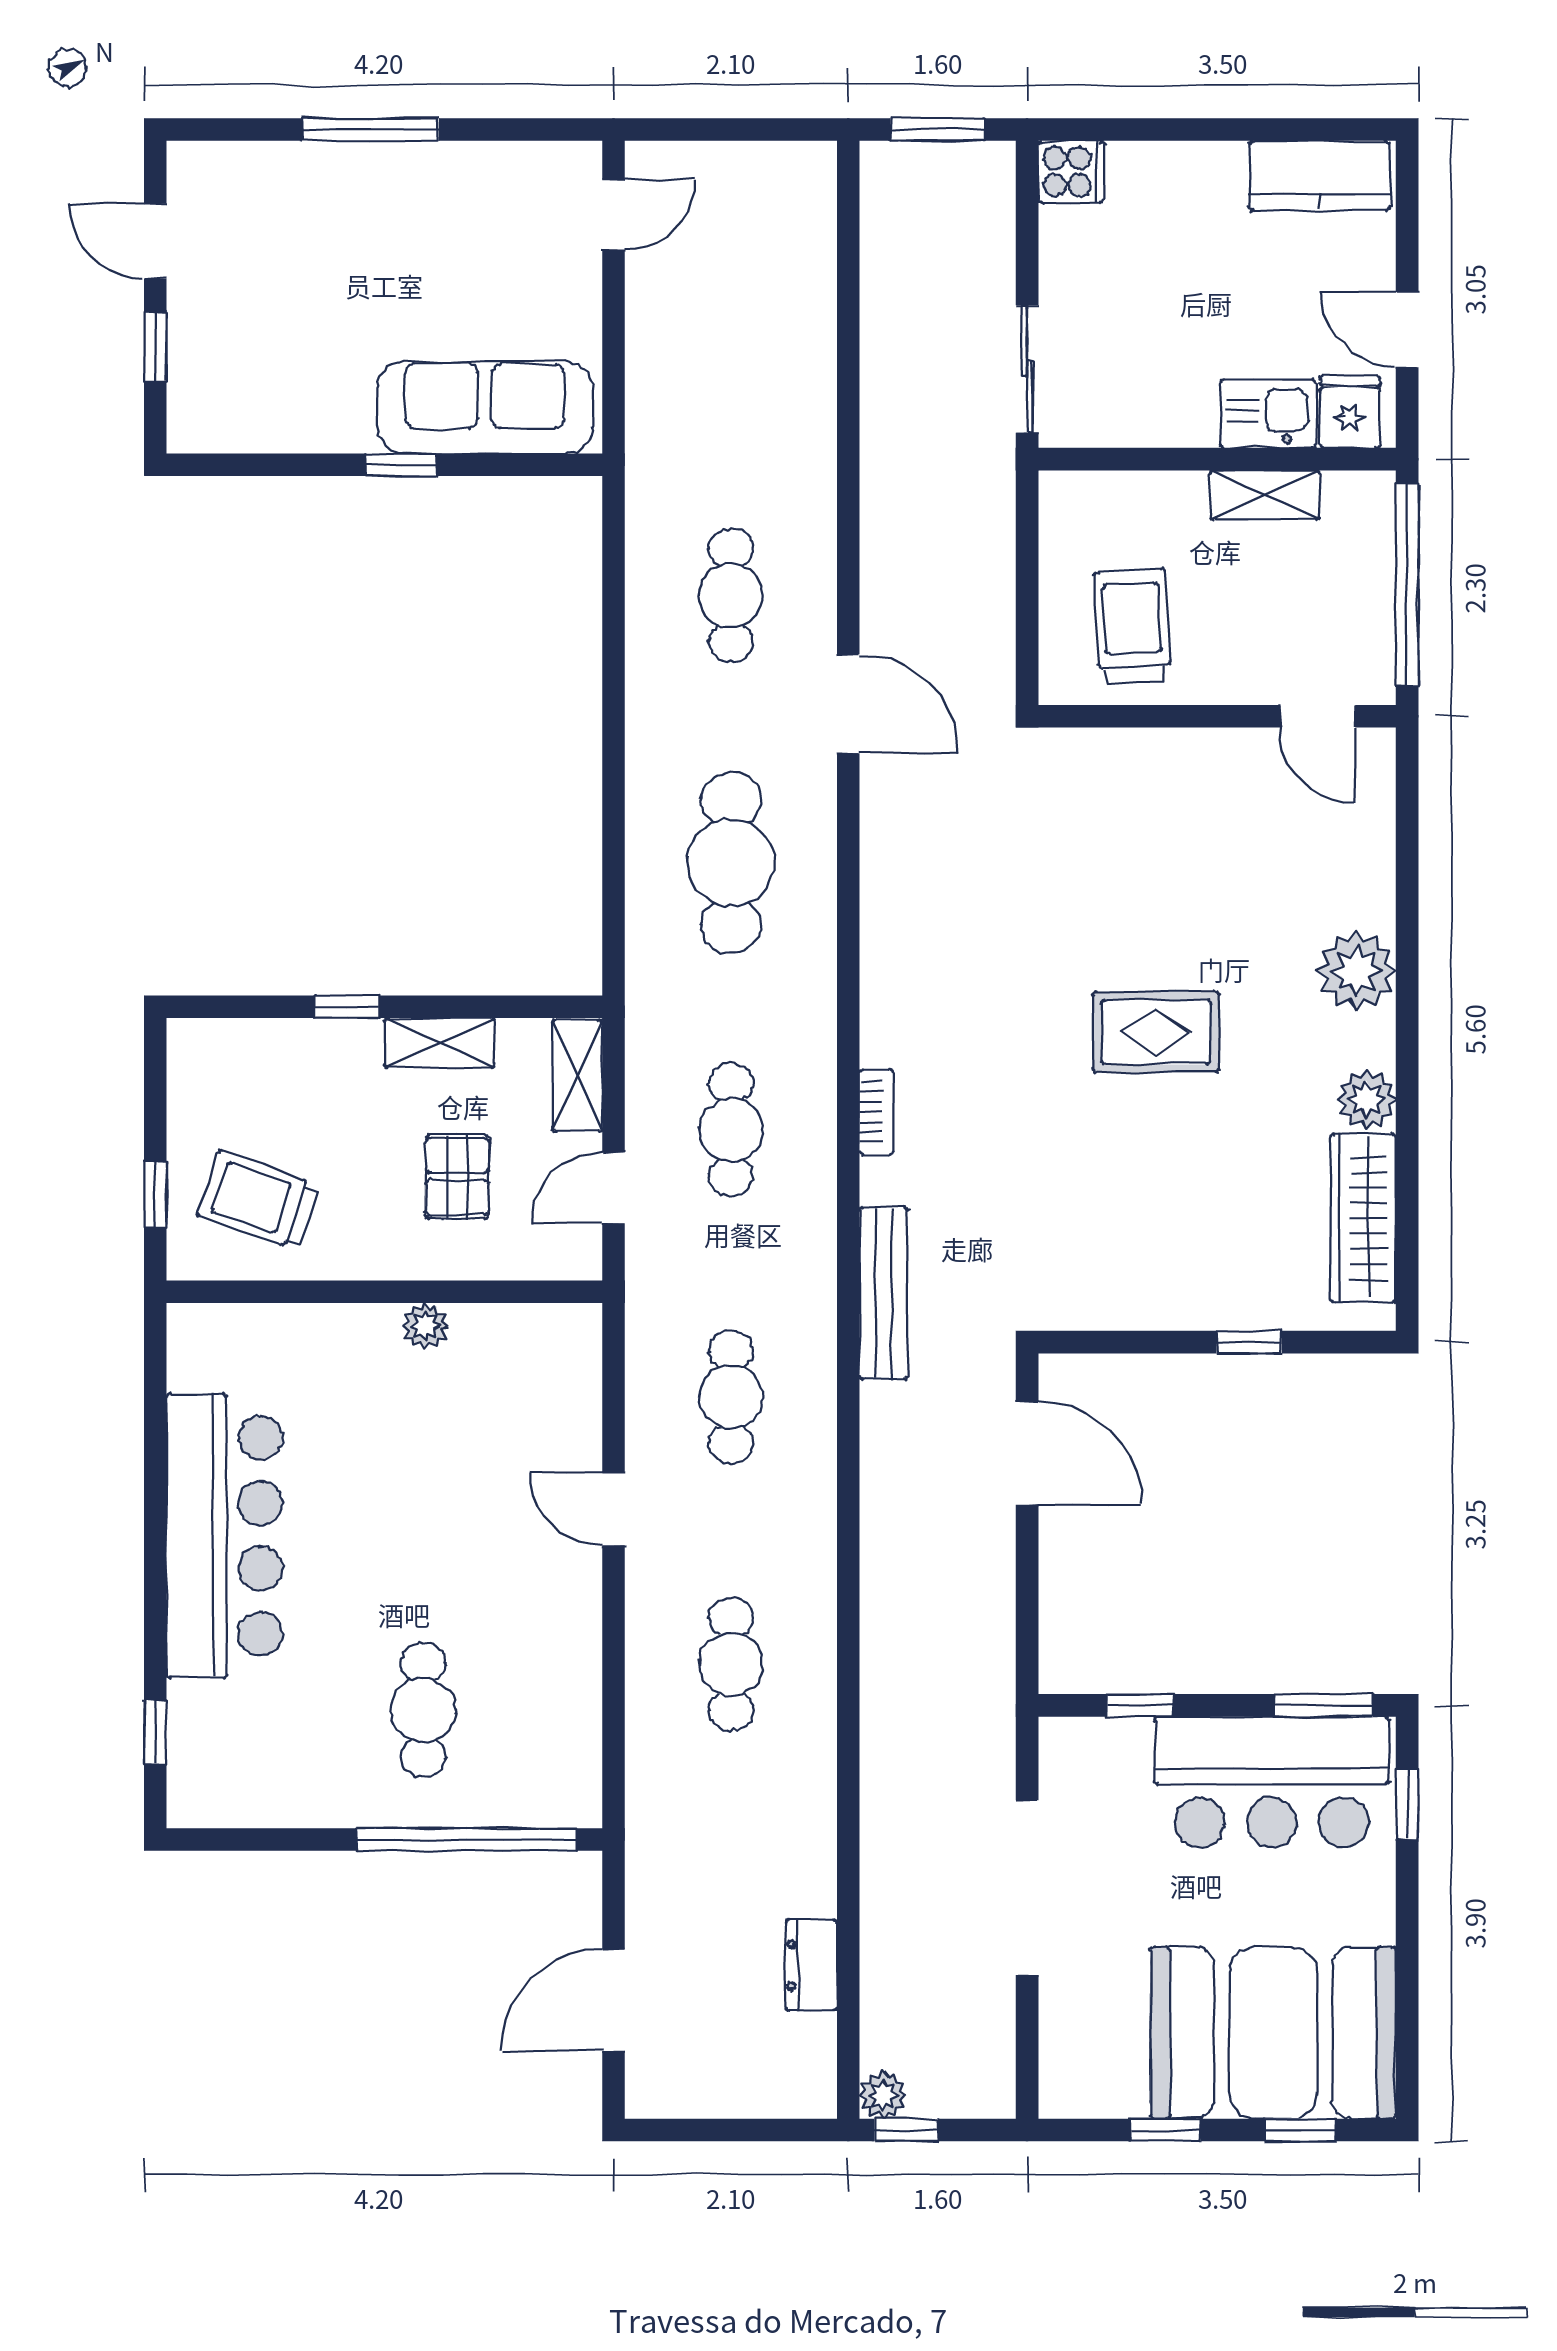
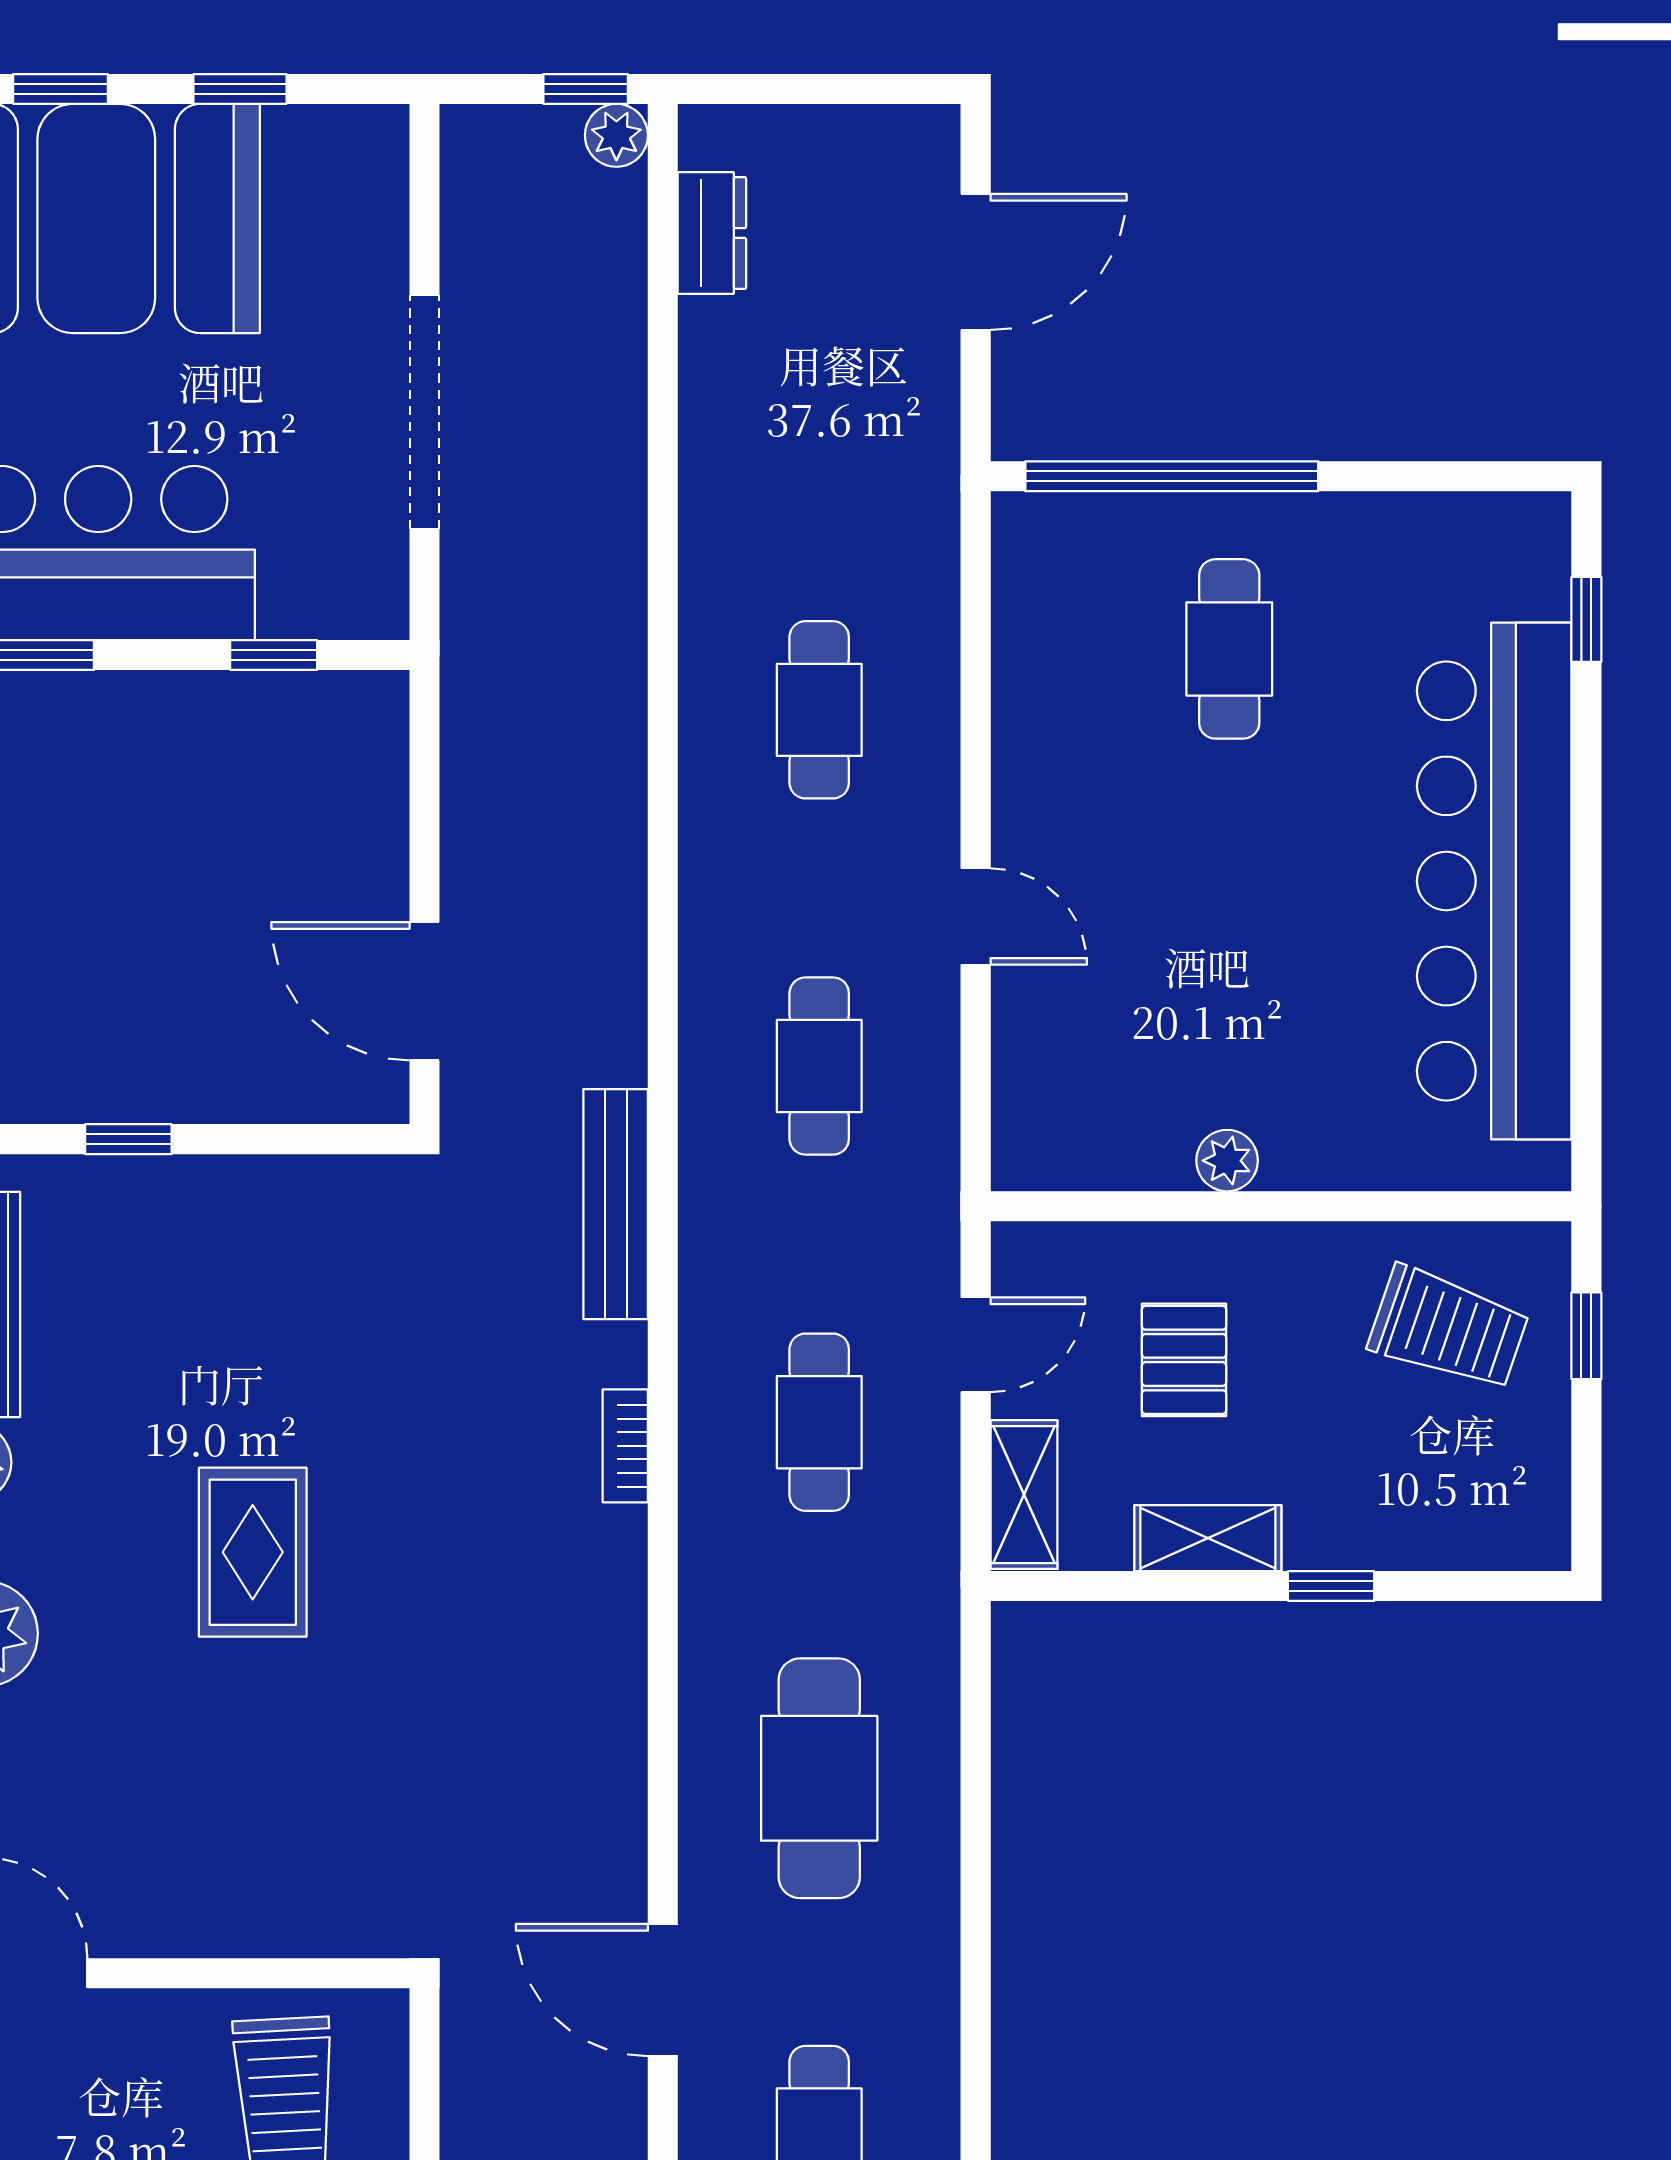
rug: (1156, 1032) -> (253, 1552), turned 90
bar counter: (224, 1536) -> (1494, 881), width x1.36
dresser: (811, 1965) -> (712, 233), moved

